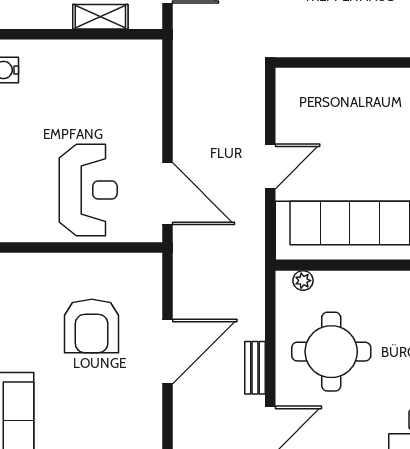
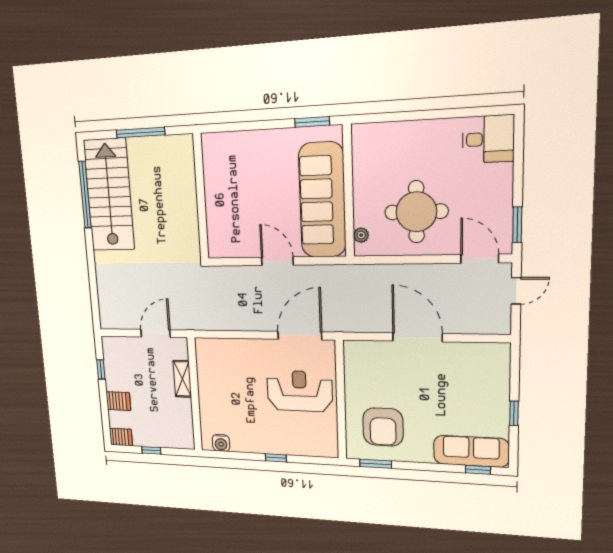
armchair: (92, 326) -> (383, 427), moved, turned 90
bench: (255, 368) -> (430, 271), removed

